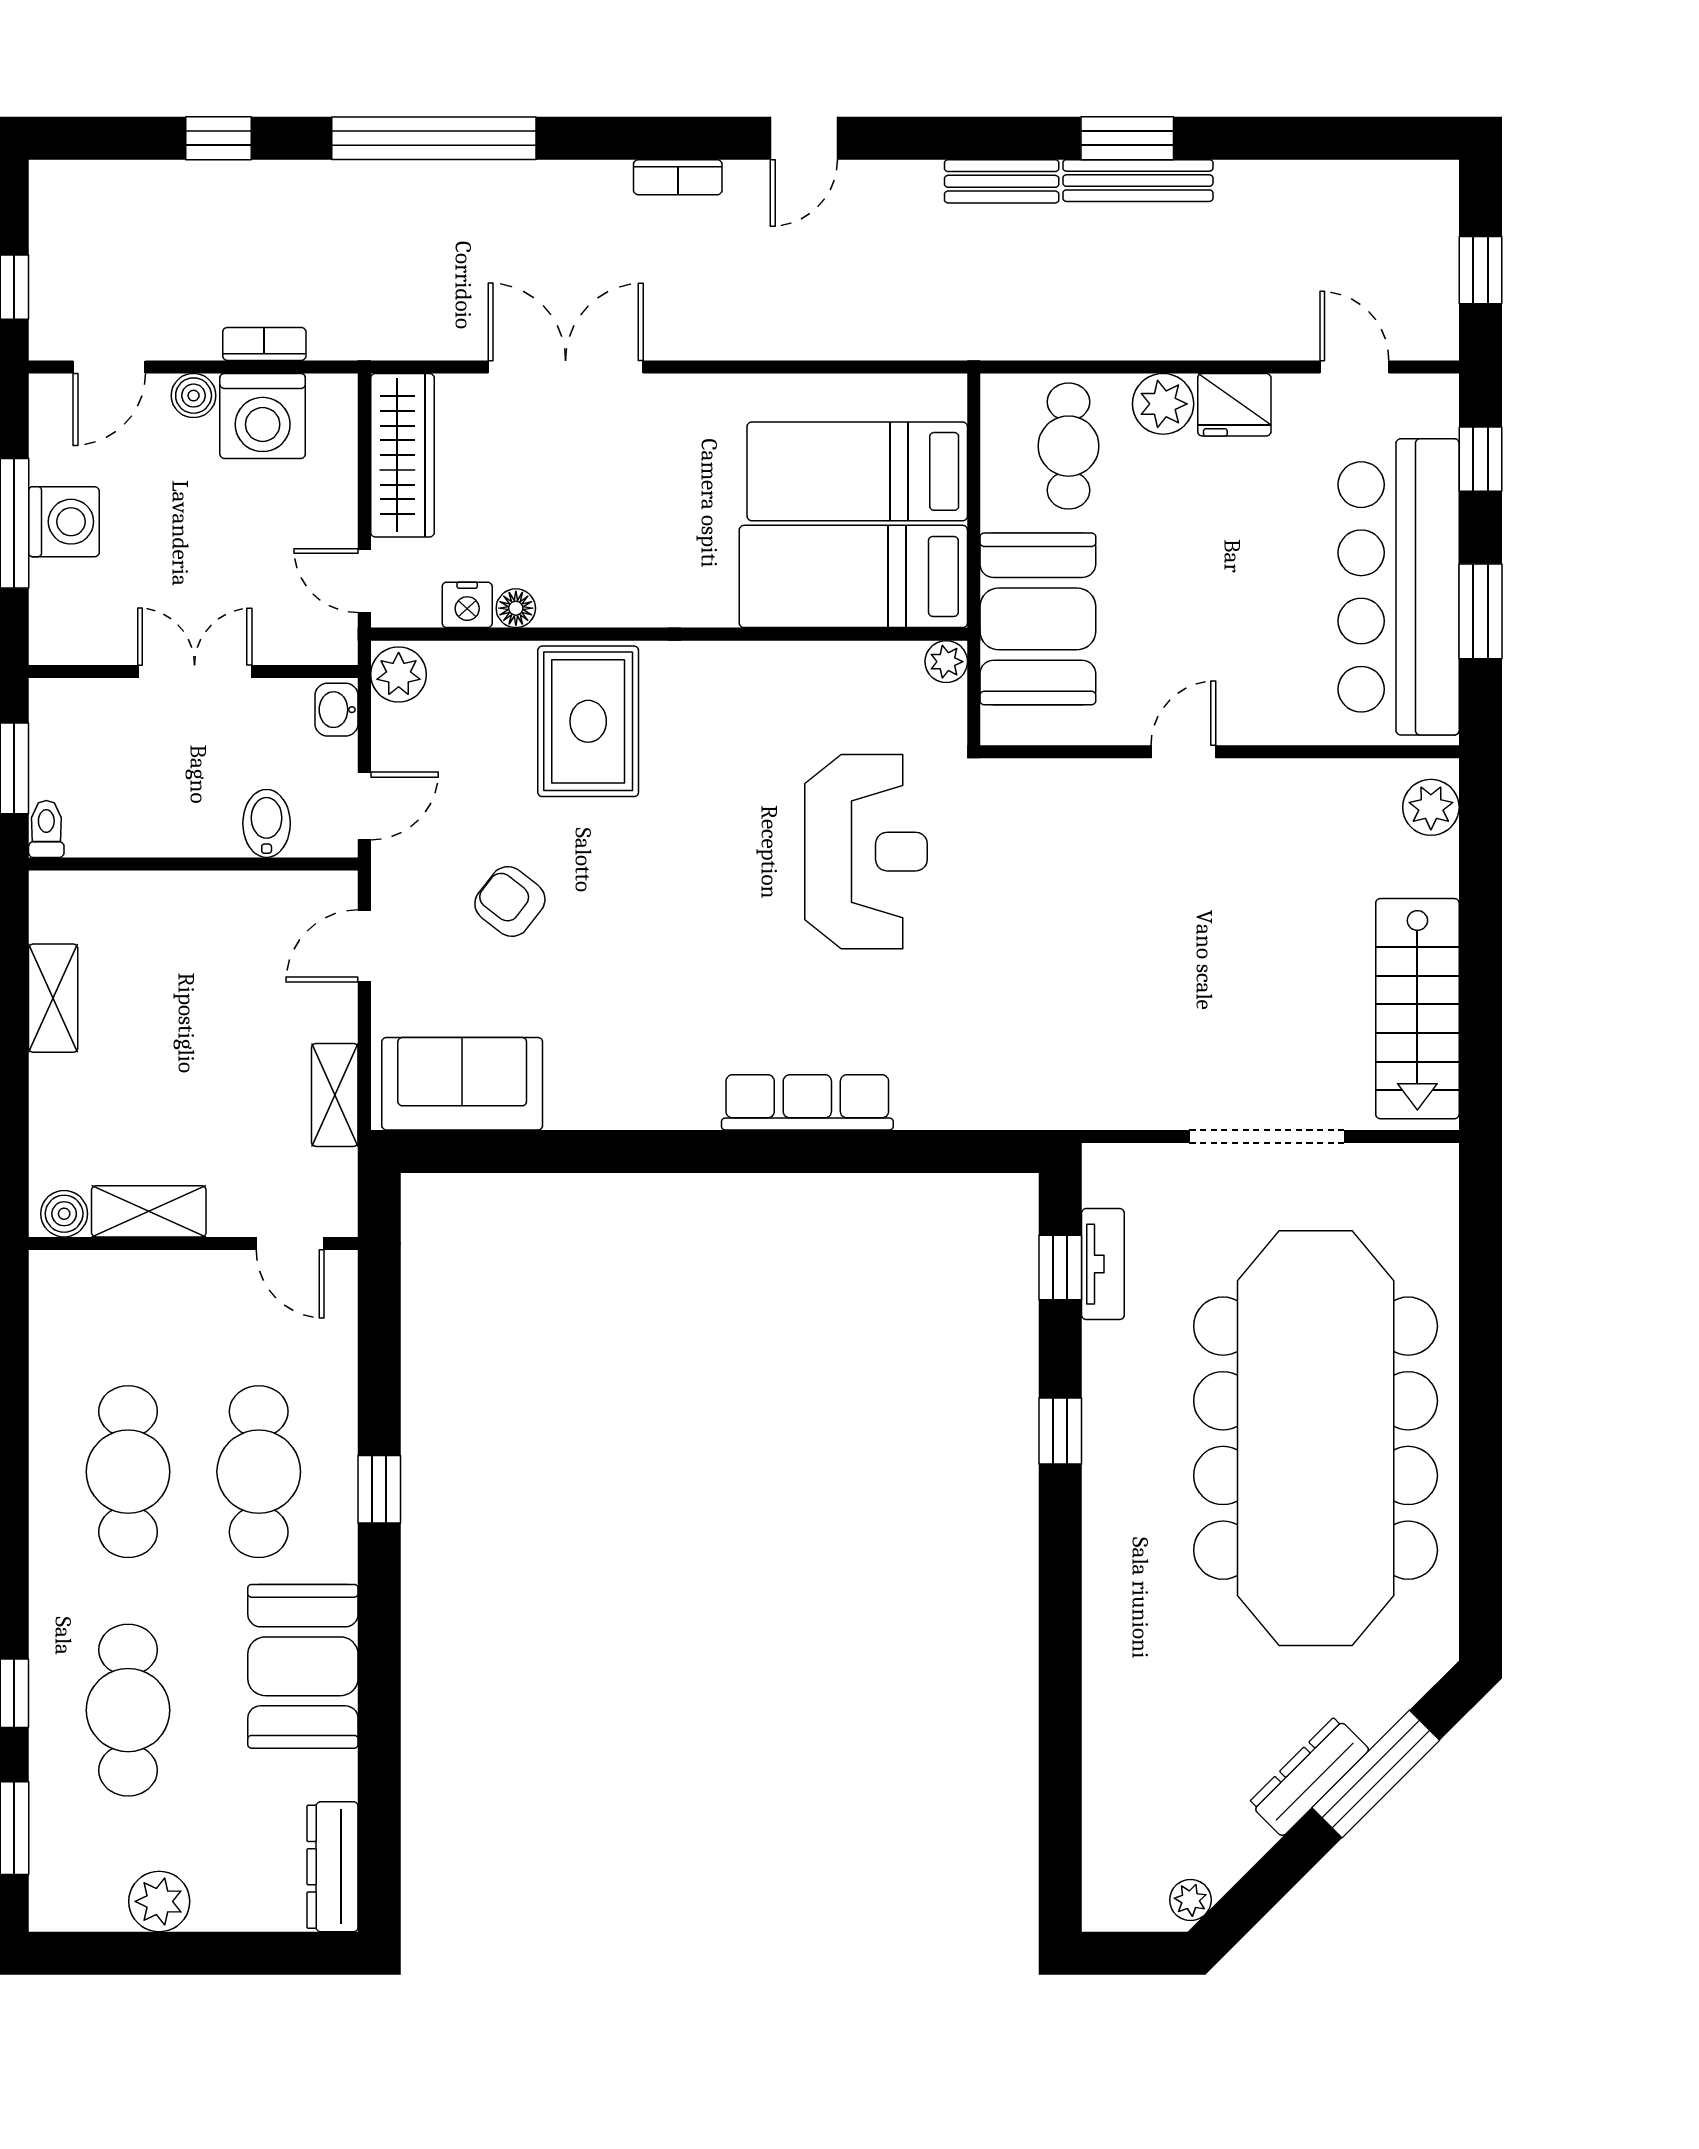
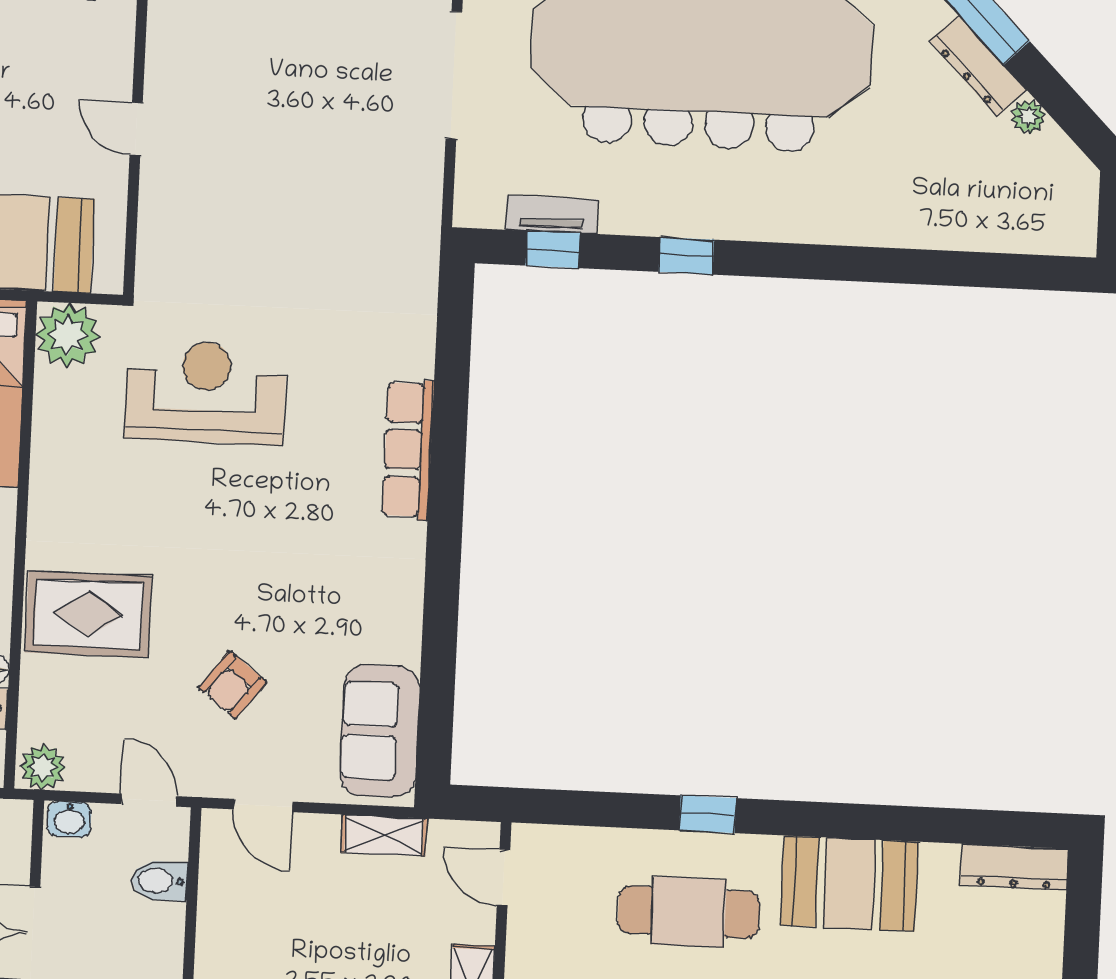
plant: (946, 662) -> (68, 335), width x1.88, depth x1.88
door: (290, 1243) -> (503, 878), swing flipped
plant: (1190, 1900) -> (1028, 117), moved

